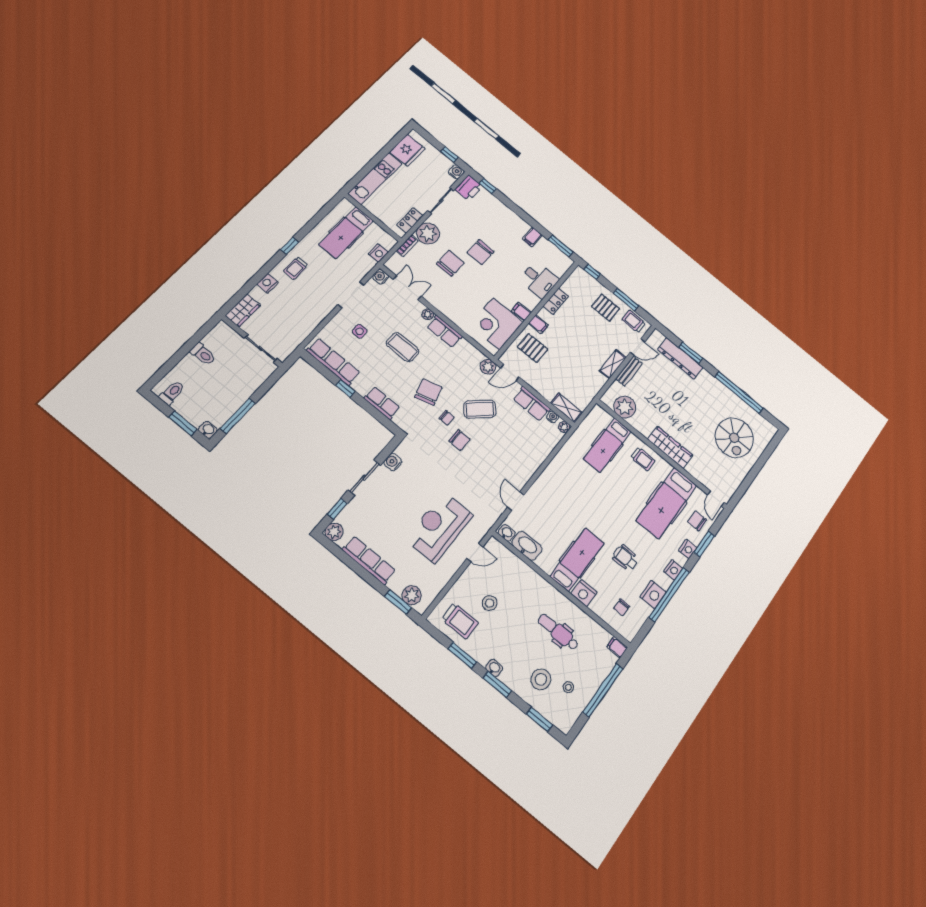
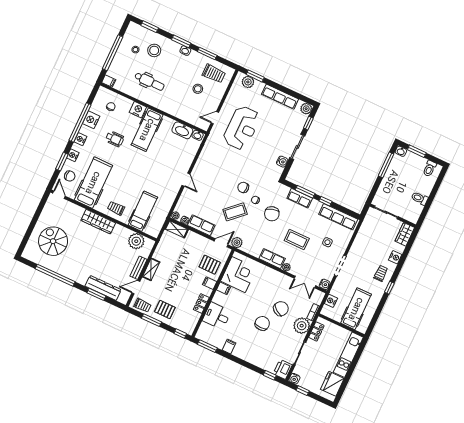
chair: (450, 263) -> (281, 309), turned -145
window: (371, 410) -> (305, 192), added
door: (516, 501) -> (186, 180), moved
trolley: (460, 621) -> (214, 74), turned 180

